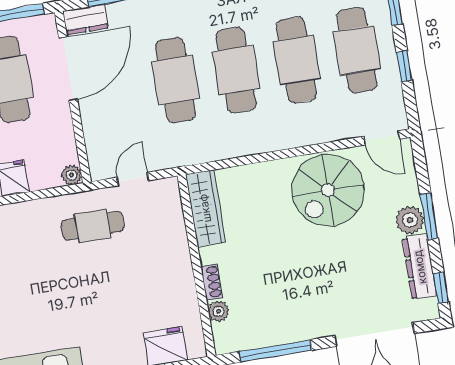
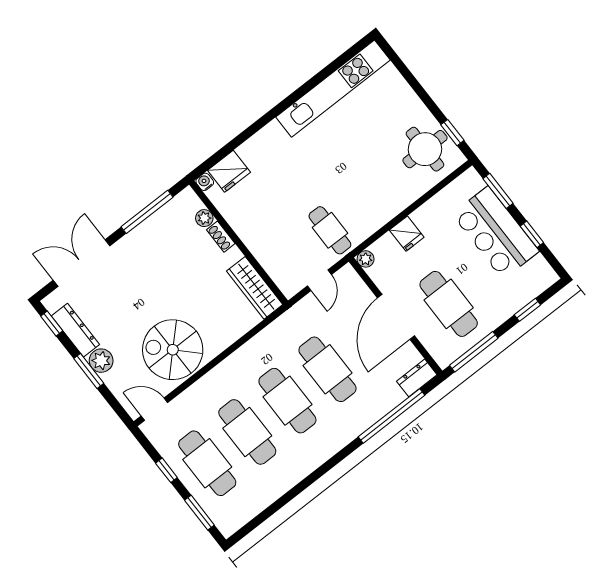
door: (68, 69) -> (396, 317), moved
spiral stairs: (328, 190) -> (173, 350), turned -90
cafe table: (93, 226) -> (330, 230), turned 90
water cooler: (197, 349) -> (205, 182), added

